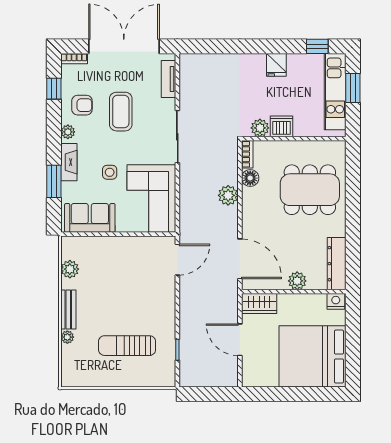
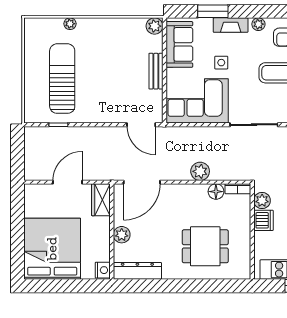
dining table: (310, 190) -> (205, 246), width x0.73
plant: (70, 269) -> (155, 26), moved
bench: (68, 309) -> (156, 71), moved, turned 90
sun lounger: (127, 346) -> (62, 79), width x1.36, depth x1.34

